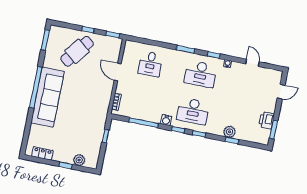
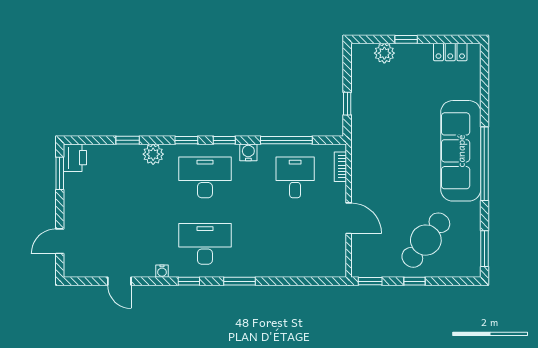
desk: (150, 64) -> (295, 177), moved
printer: (267, 120) -> (75, 158), moved
plant: (229, 132) -> (153, 154), moved

